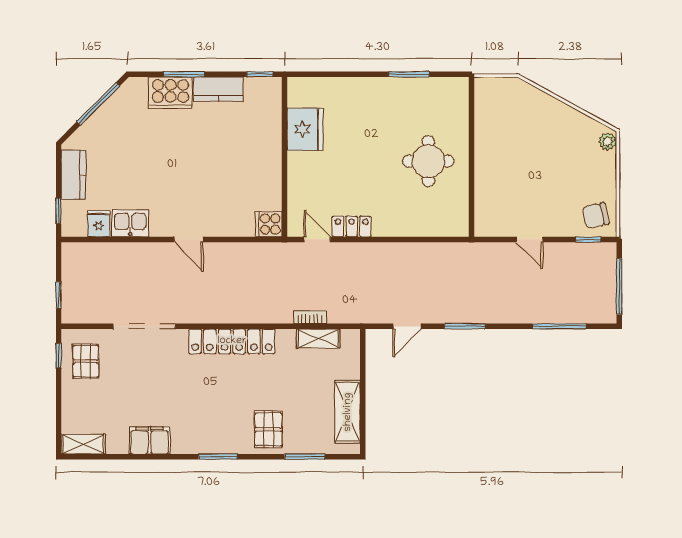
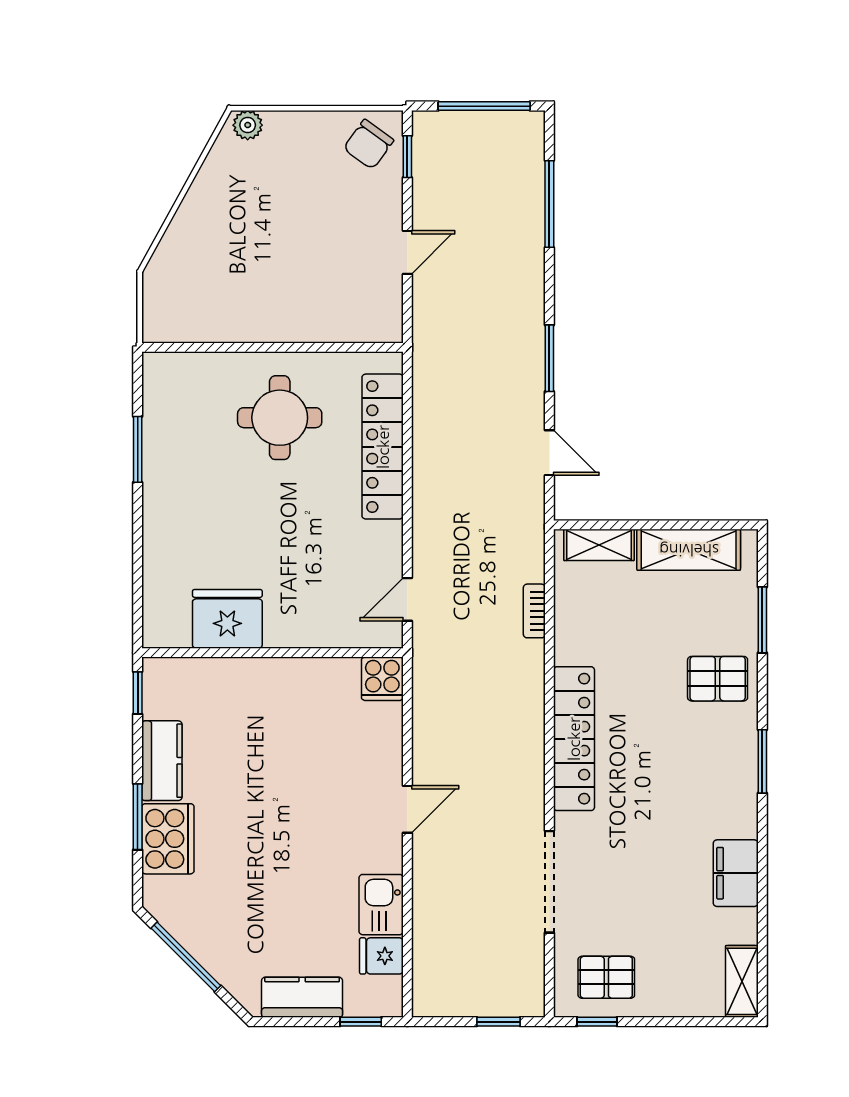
chair: (596, 216) -> (368, 144), turned 48
locker: (352, 226) -> (383, 447), moved, width x2.16, depth x1.21
shelving: (318, 339) -> (599, 545), moved, turned 90

